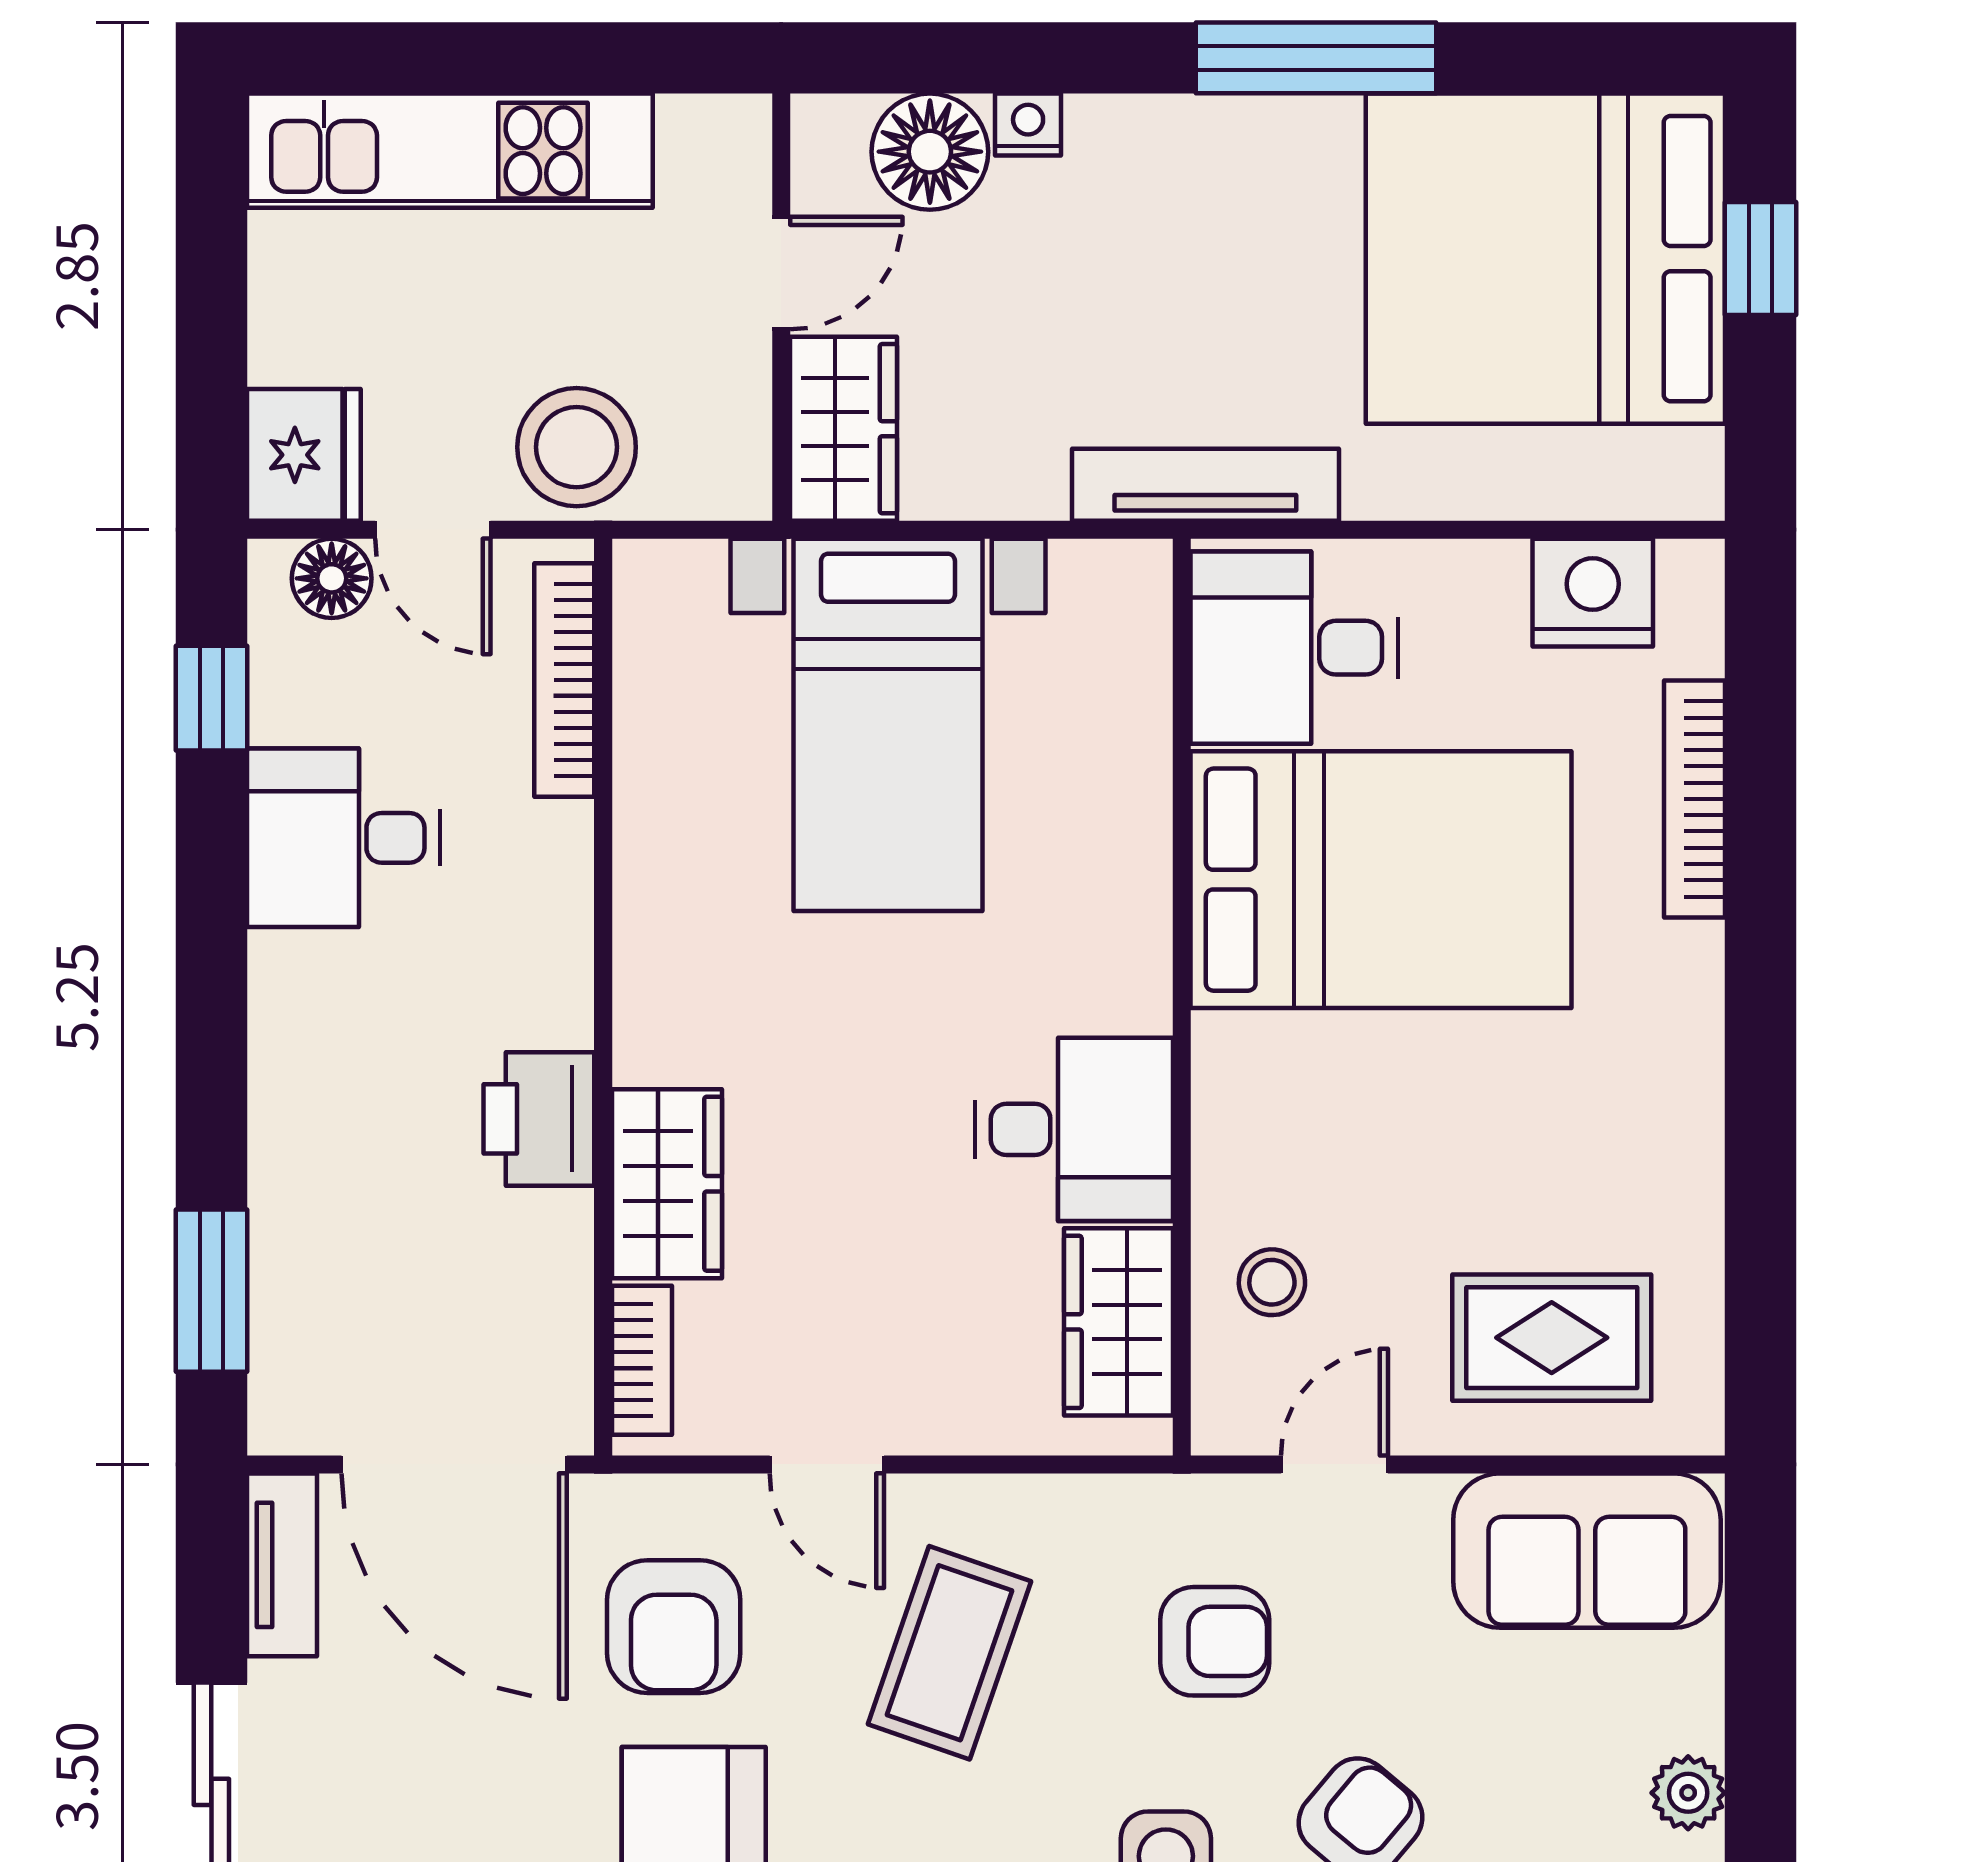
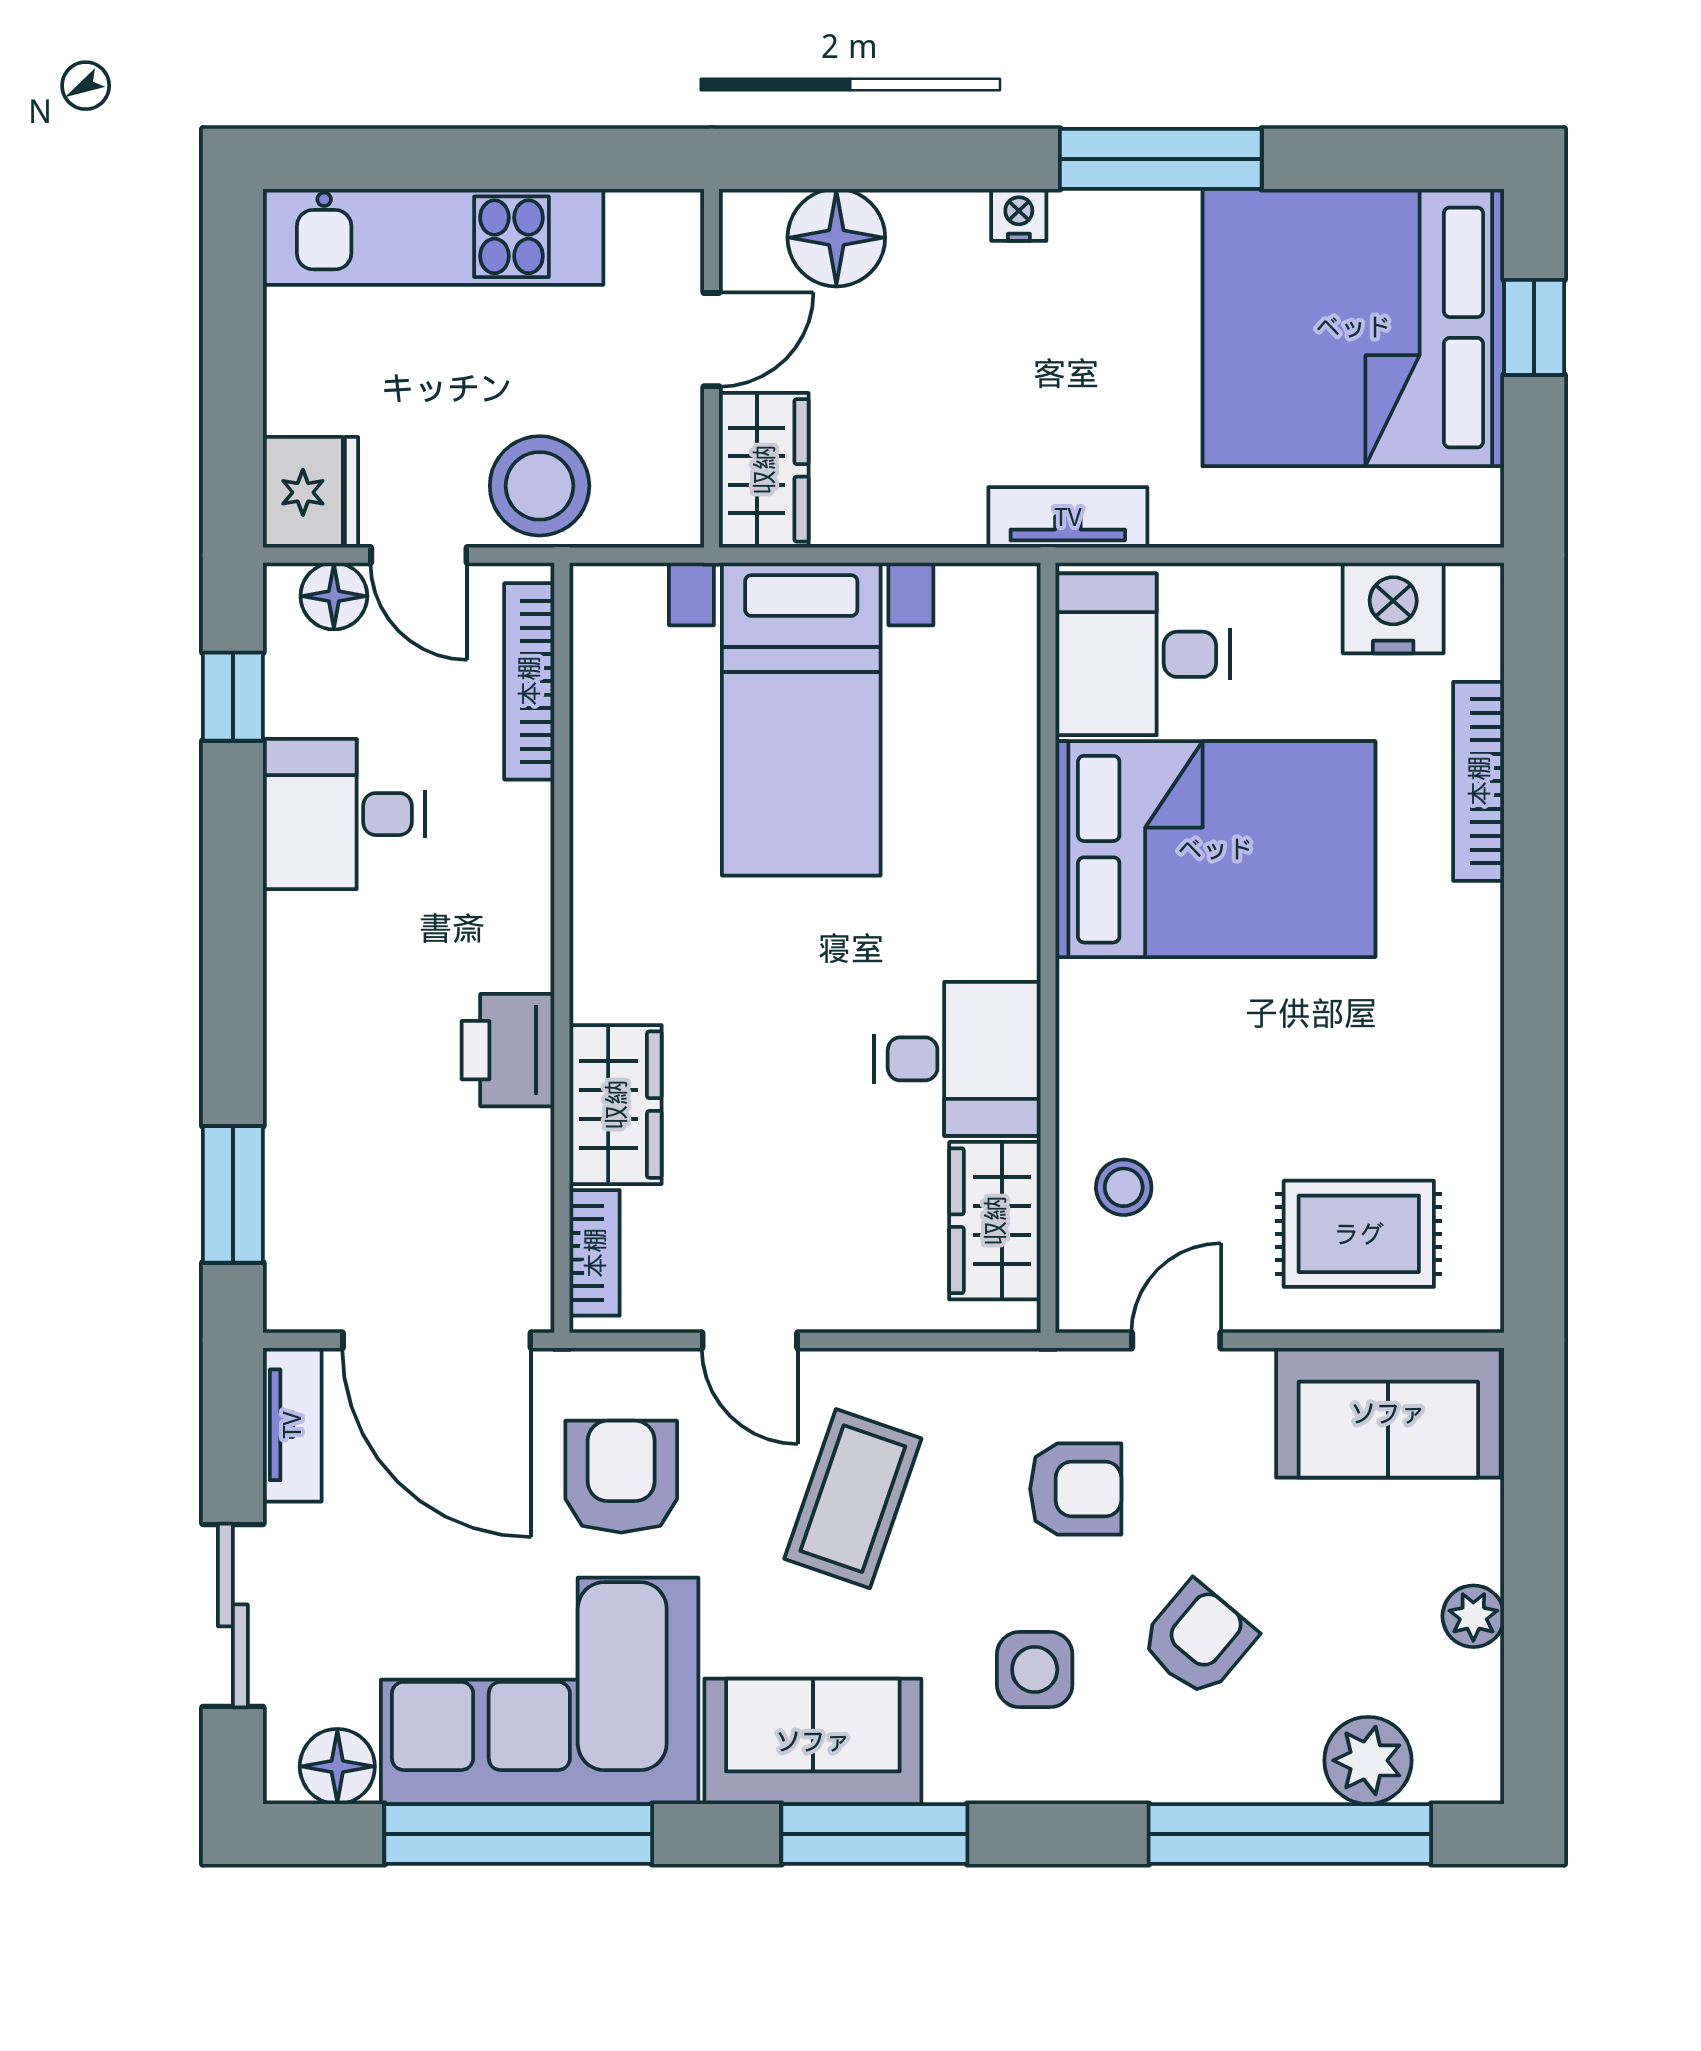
nightstand: (1028, 125) -> (1019, 215), moved
tv unit: (1205, 485) -> (1068, 517), width x0.71
armchair: (674, 1627) -> (621, 1477), turned 180

